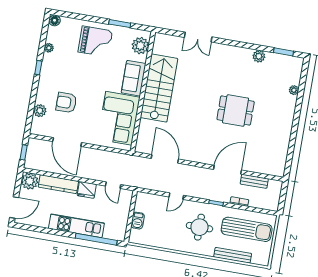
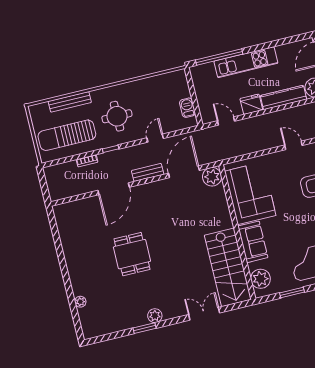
window: (284, 52) -> (145, 328), moved
plant: (259, 56) -> (155, 316), moved
stairs: (159, 88) -> (228, 267), moved
dining table: (236, 110) -> (132, 254), turned 90
door: (67, 142) -> (293, 145), width x0.53
plant: (144, 145) -> (212, 177), added
door: (165, 159) -> (184, 172), swing flipped
bench: (254, 181) -> (148, 172), moved
barbecue: (138, 221) -> (187, 108), moved

